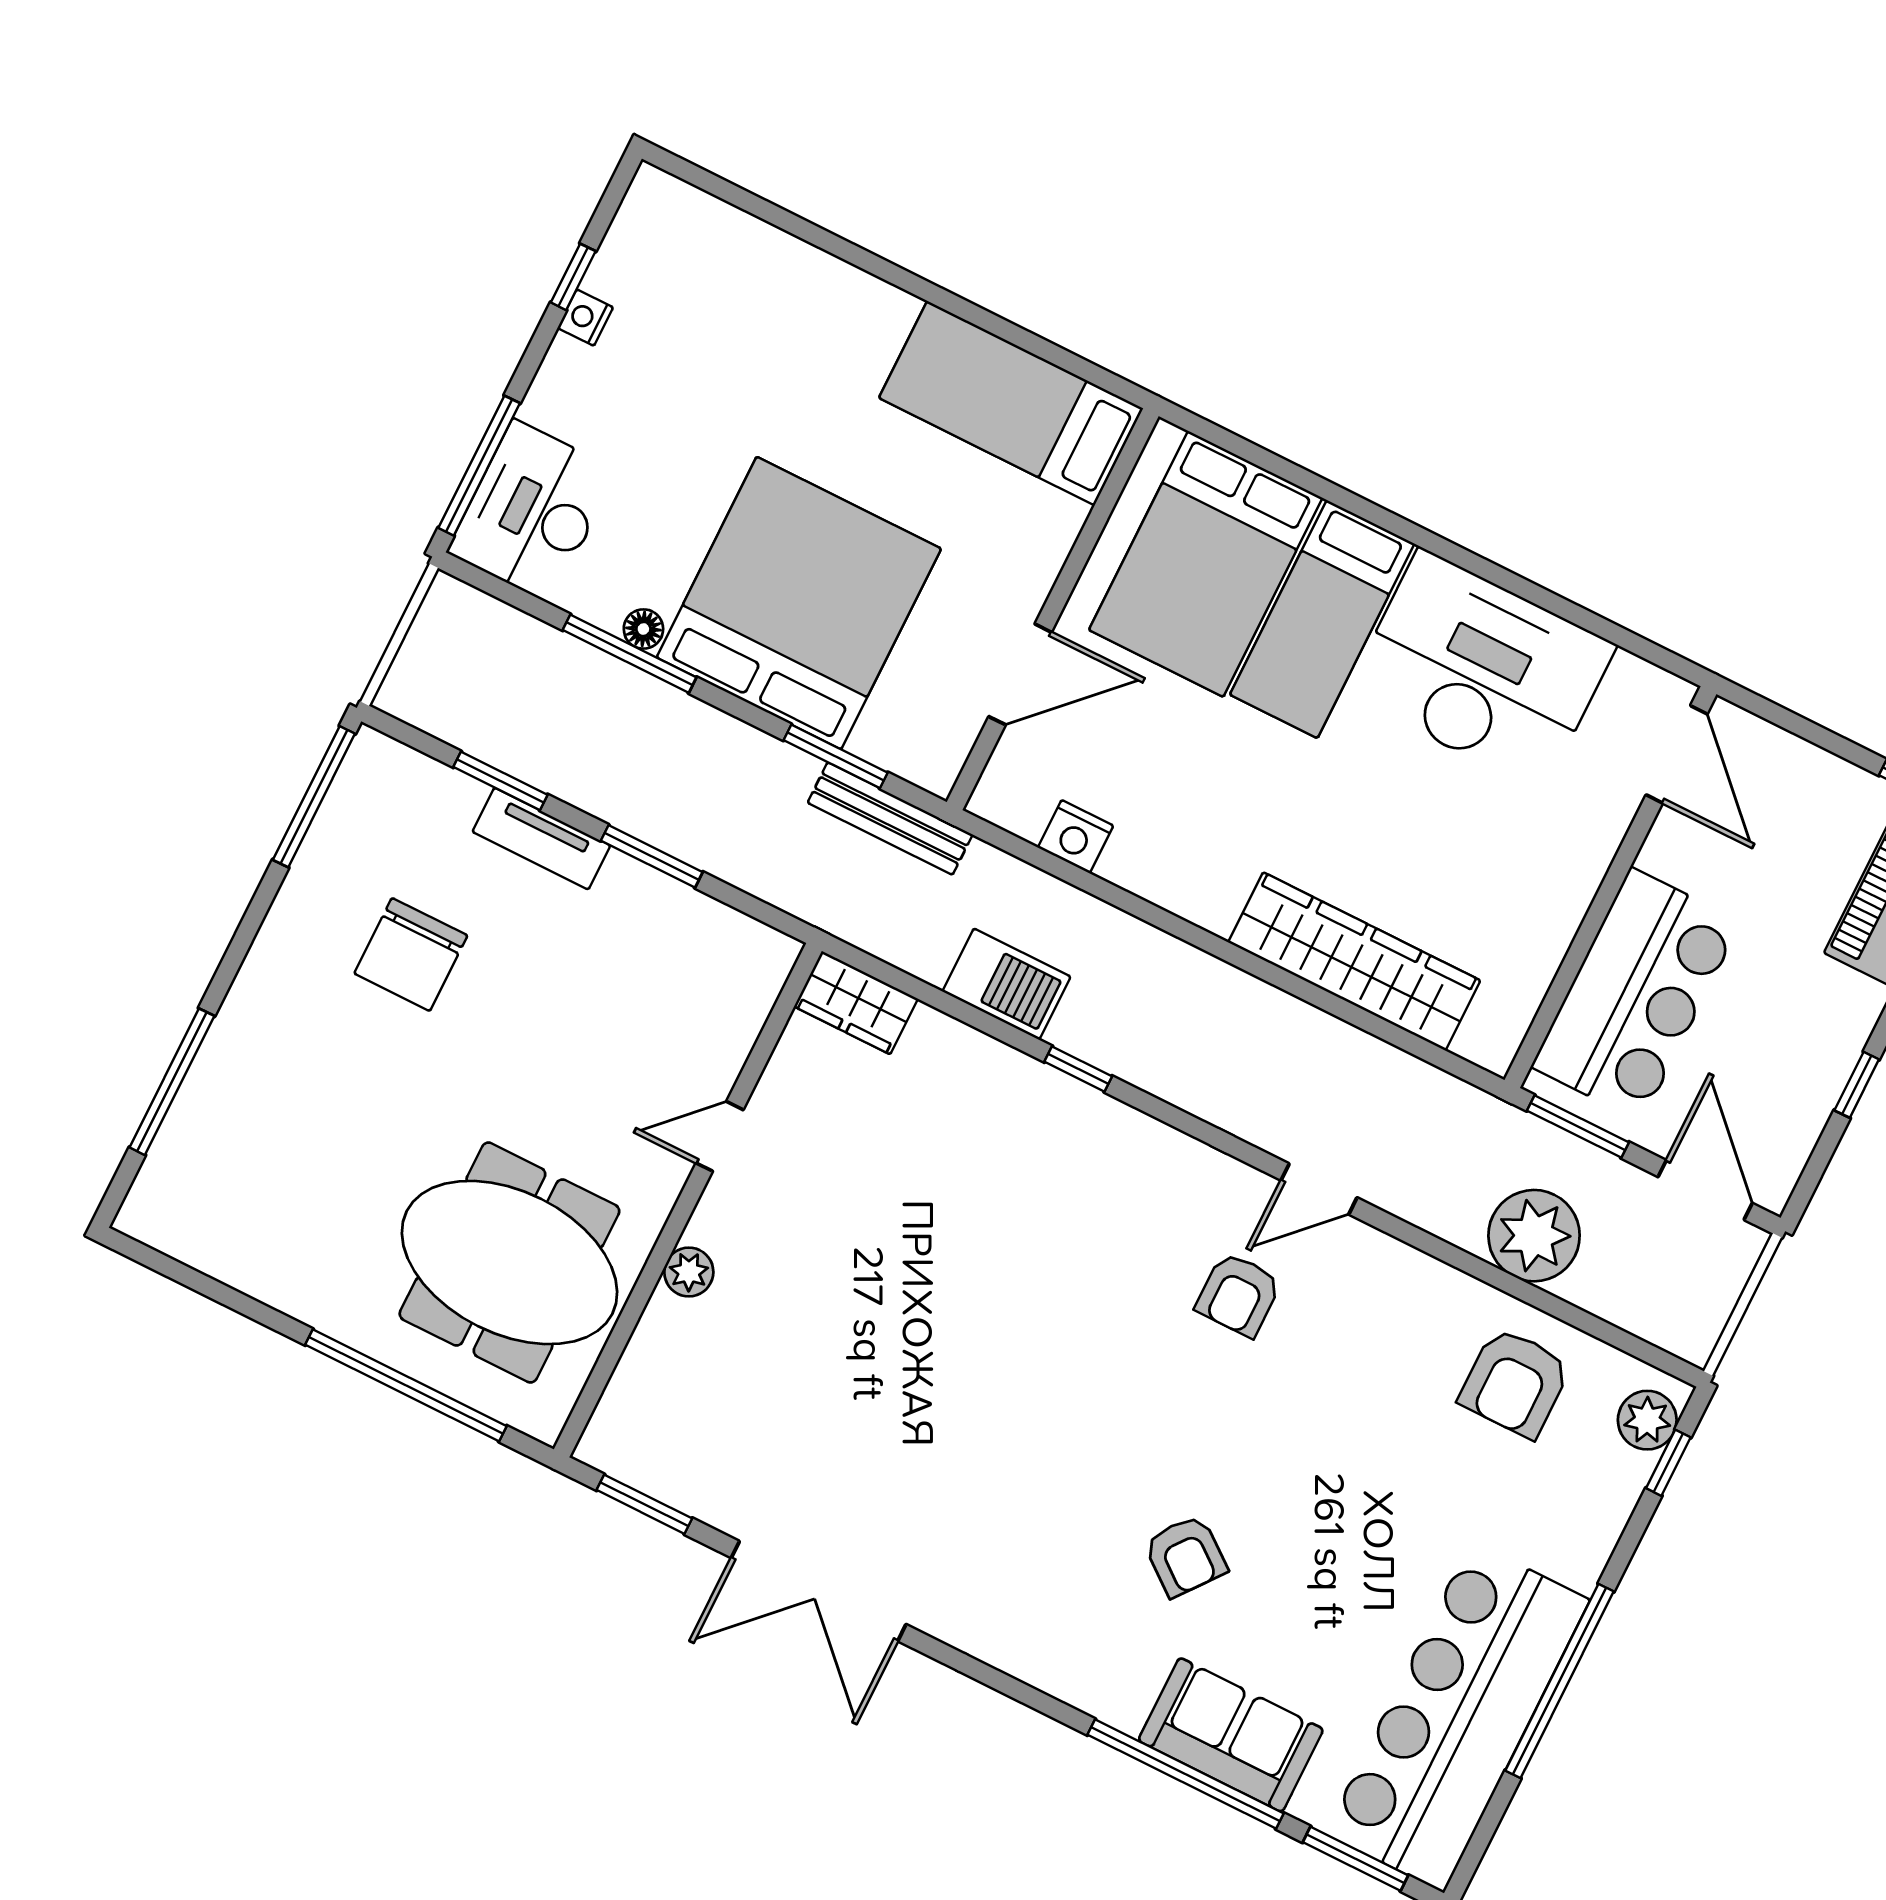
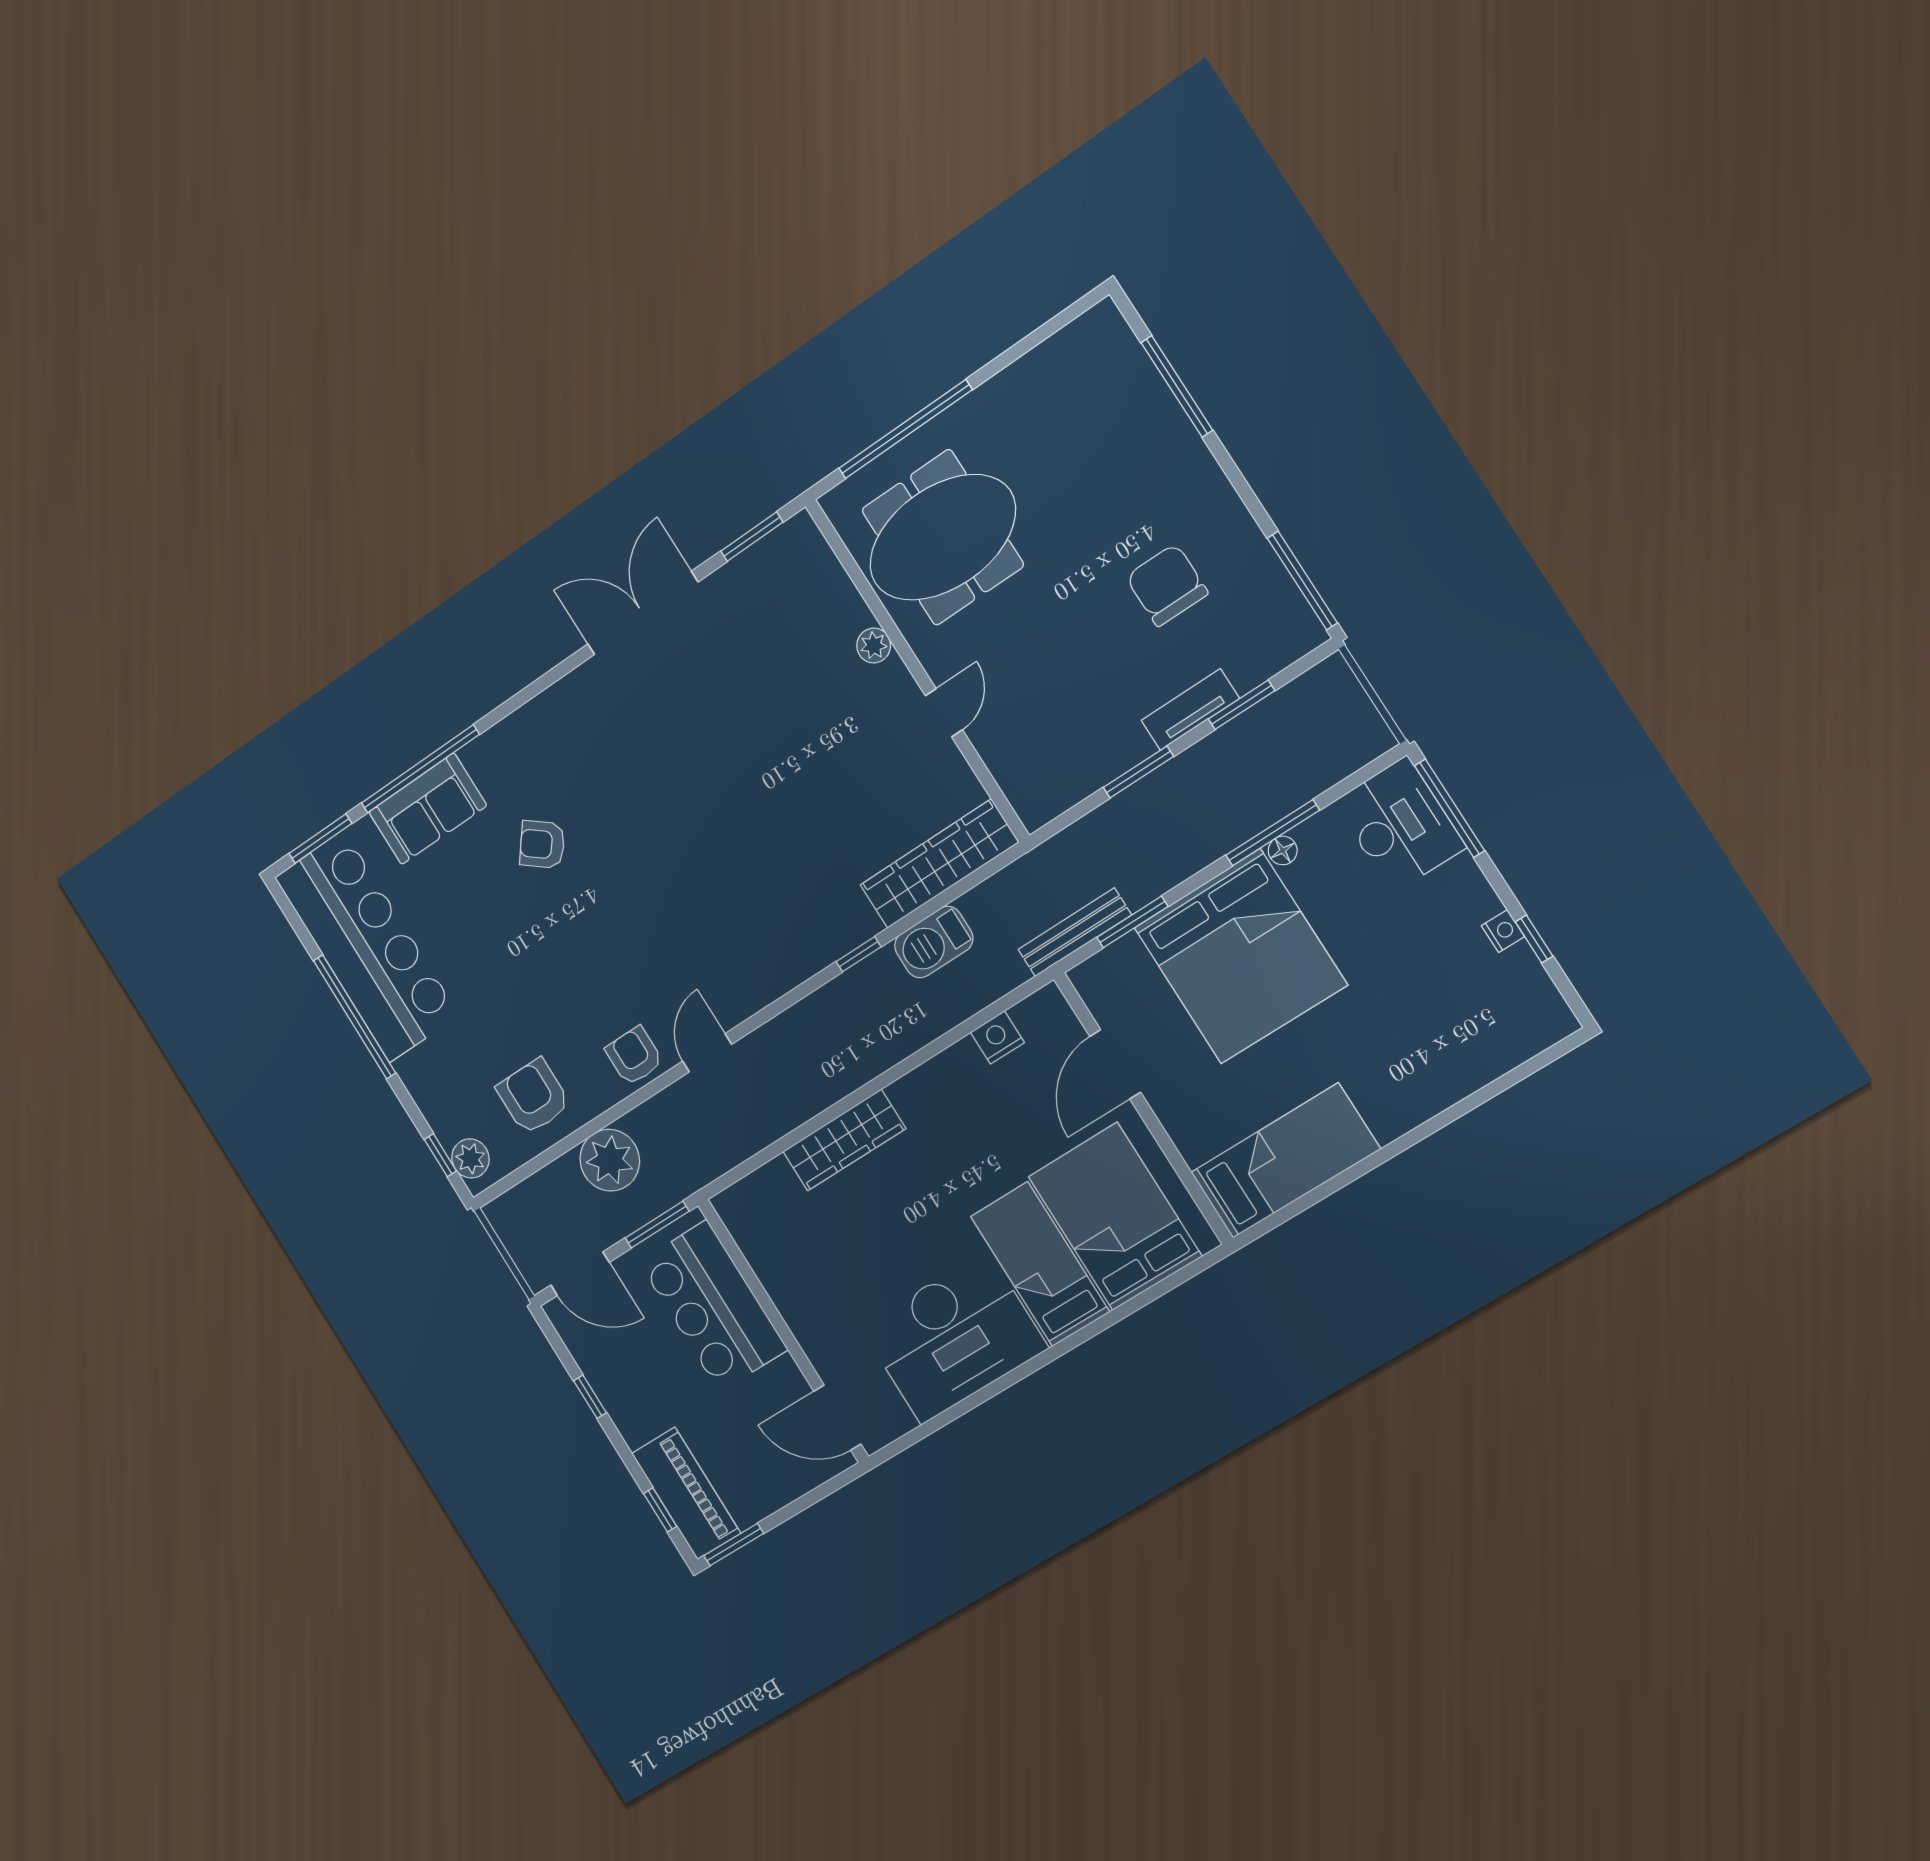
wardrobe: (1354, 961) -> (844, 1140), width x0.71, depth x0.85
wardrobe: (856, 1003) -> (939, 864), width x2.10, depth x1.17
armchair: (1238, 1295) -> (634, 1056), moved

